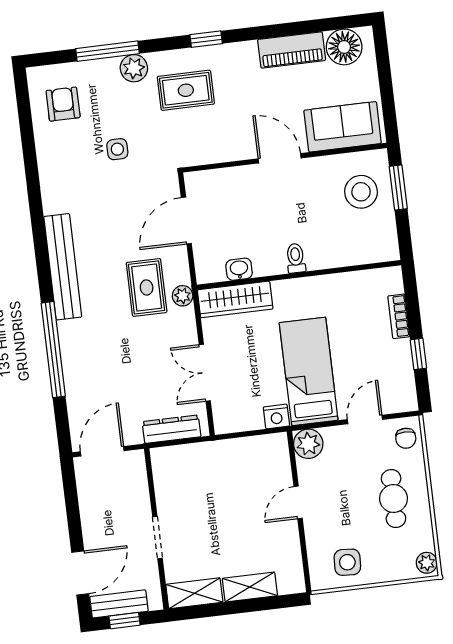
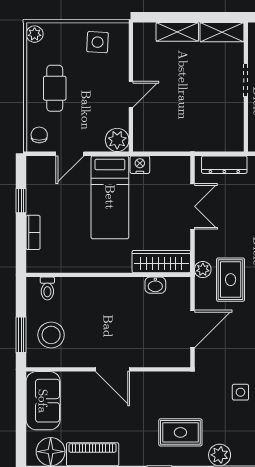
sofa: (343, 127) -> (43, 401), moved, turned -90
toilet: (296, 258) -> (47, 289), moved

